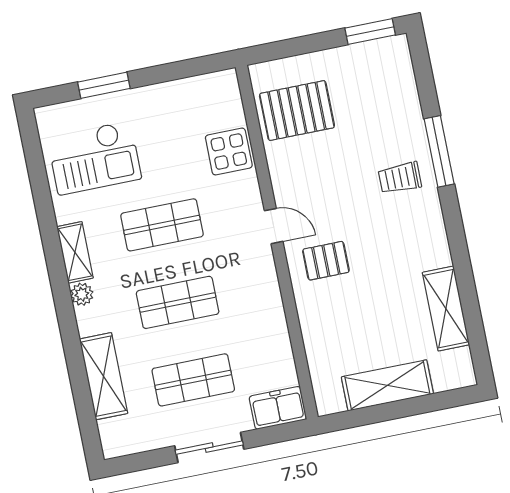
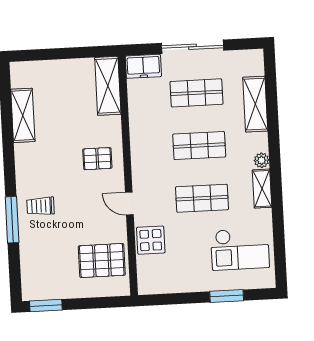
checkout: (94, 158) -> (240, 249), turned 180
trolley: (400, 178) -> (40, 206), turned 180
door: (274, 226) -> (129, 204), moved
shelving: (387, 385) -> (108, 86), moved, turned 90
sliding door: (209, 448) -> (192, 47), width x1.37

